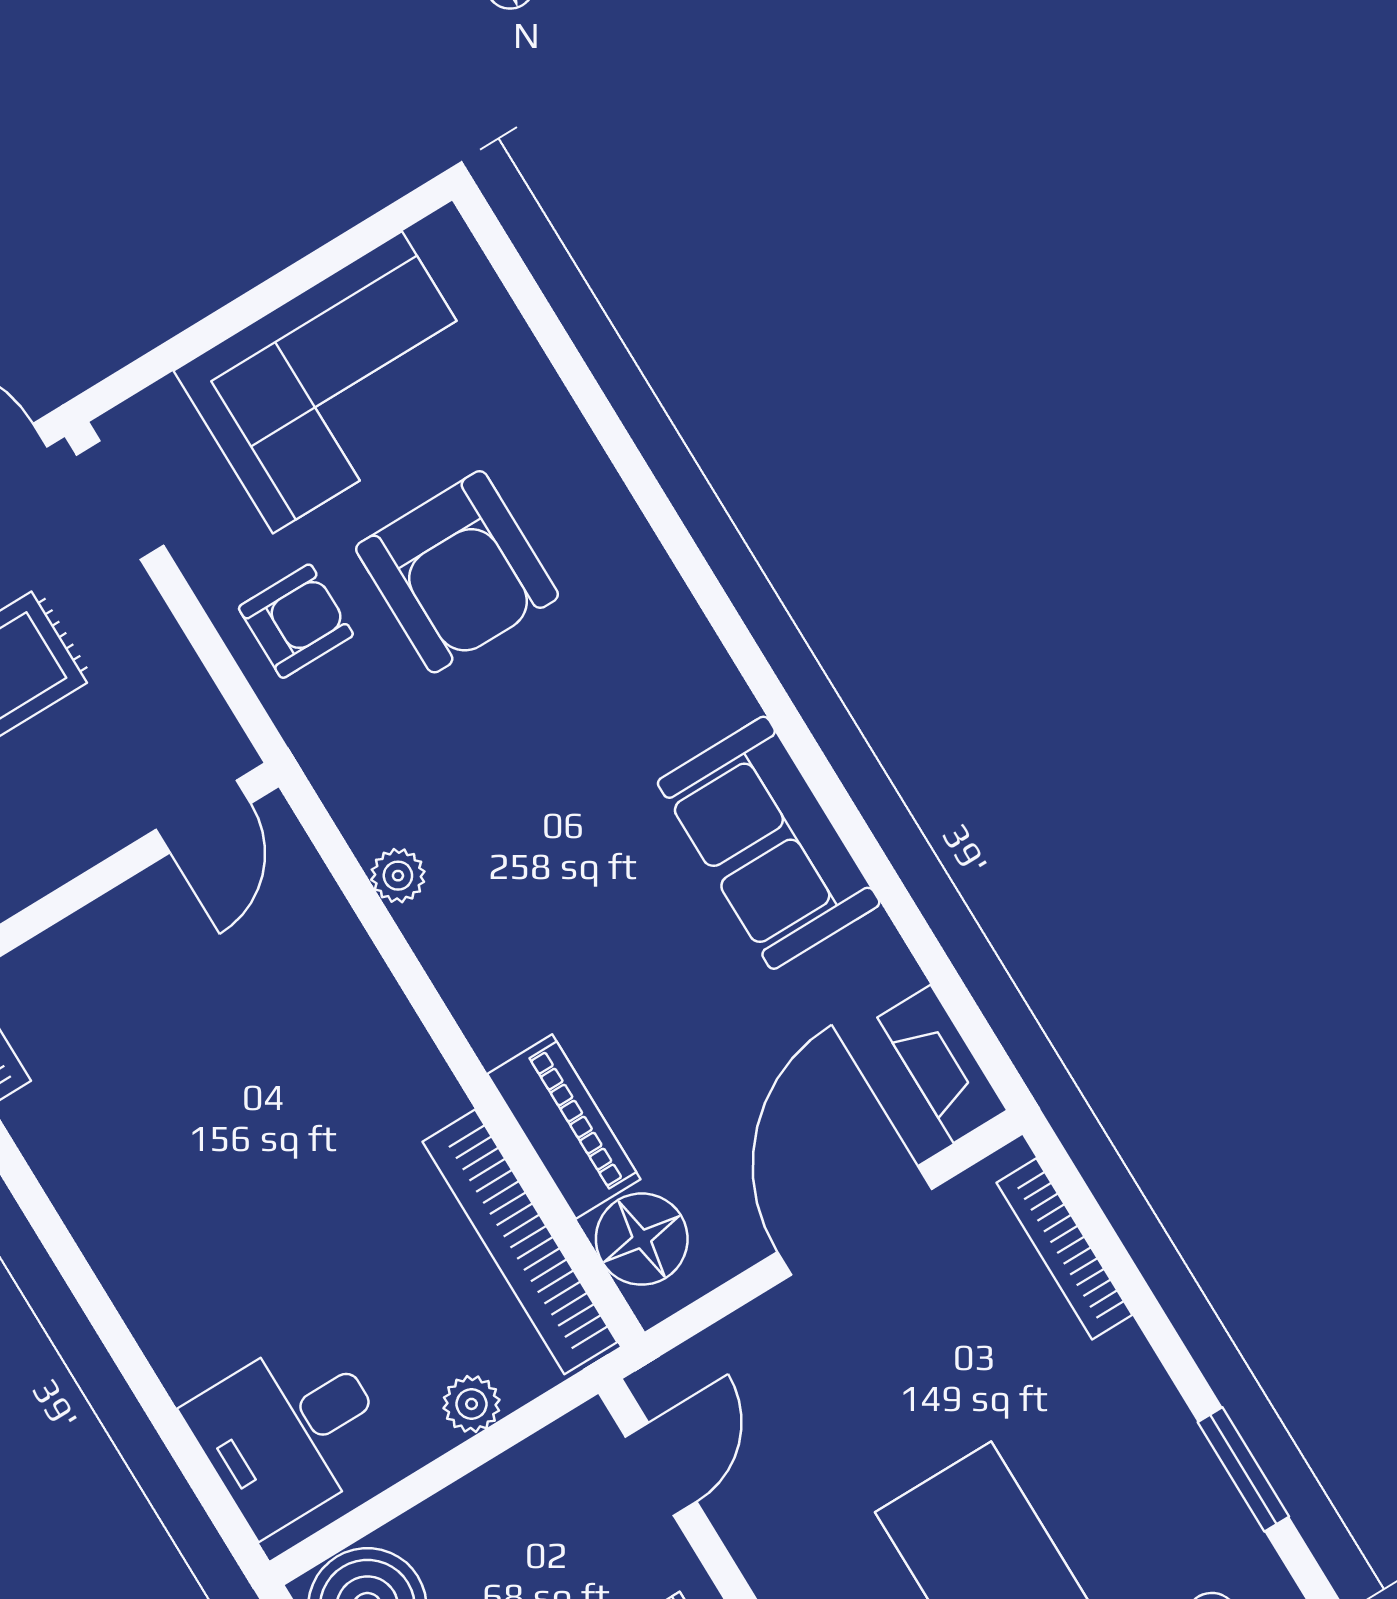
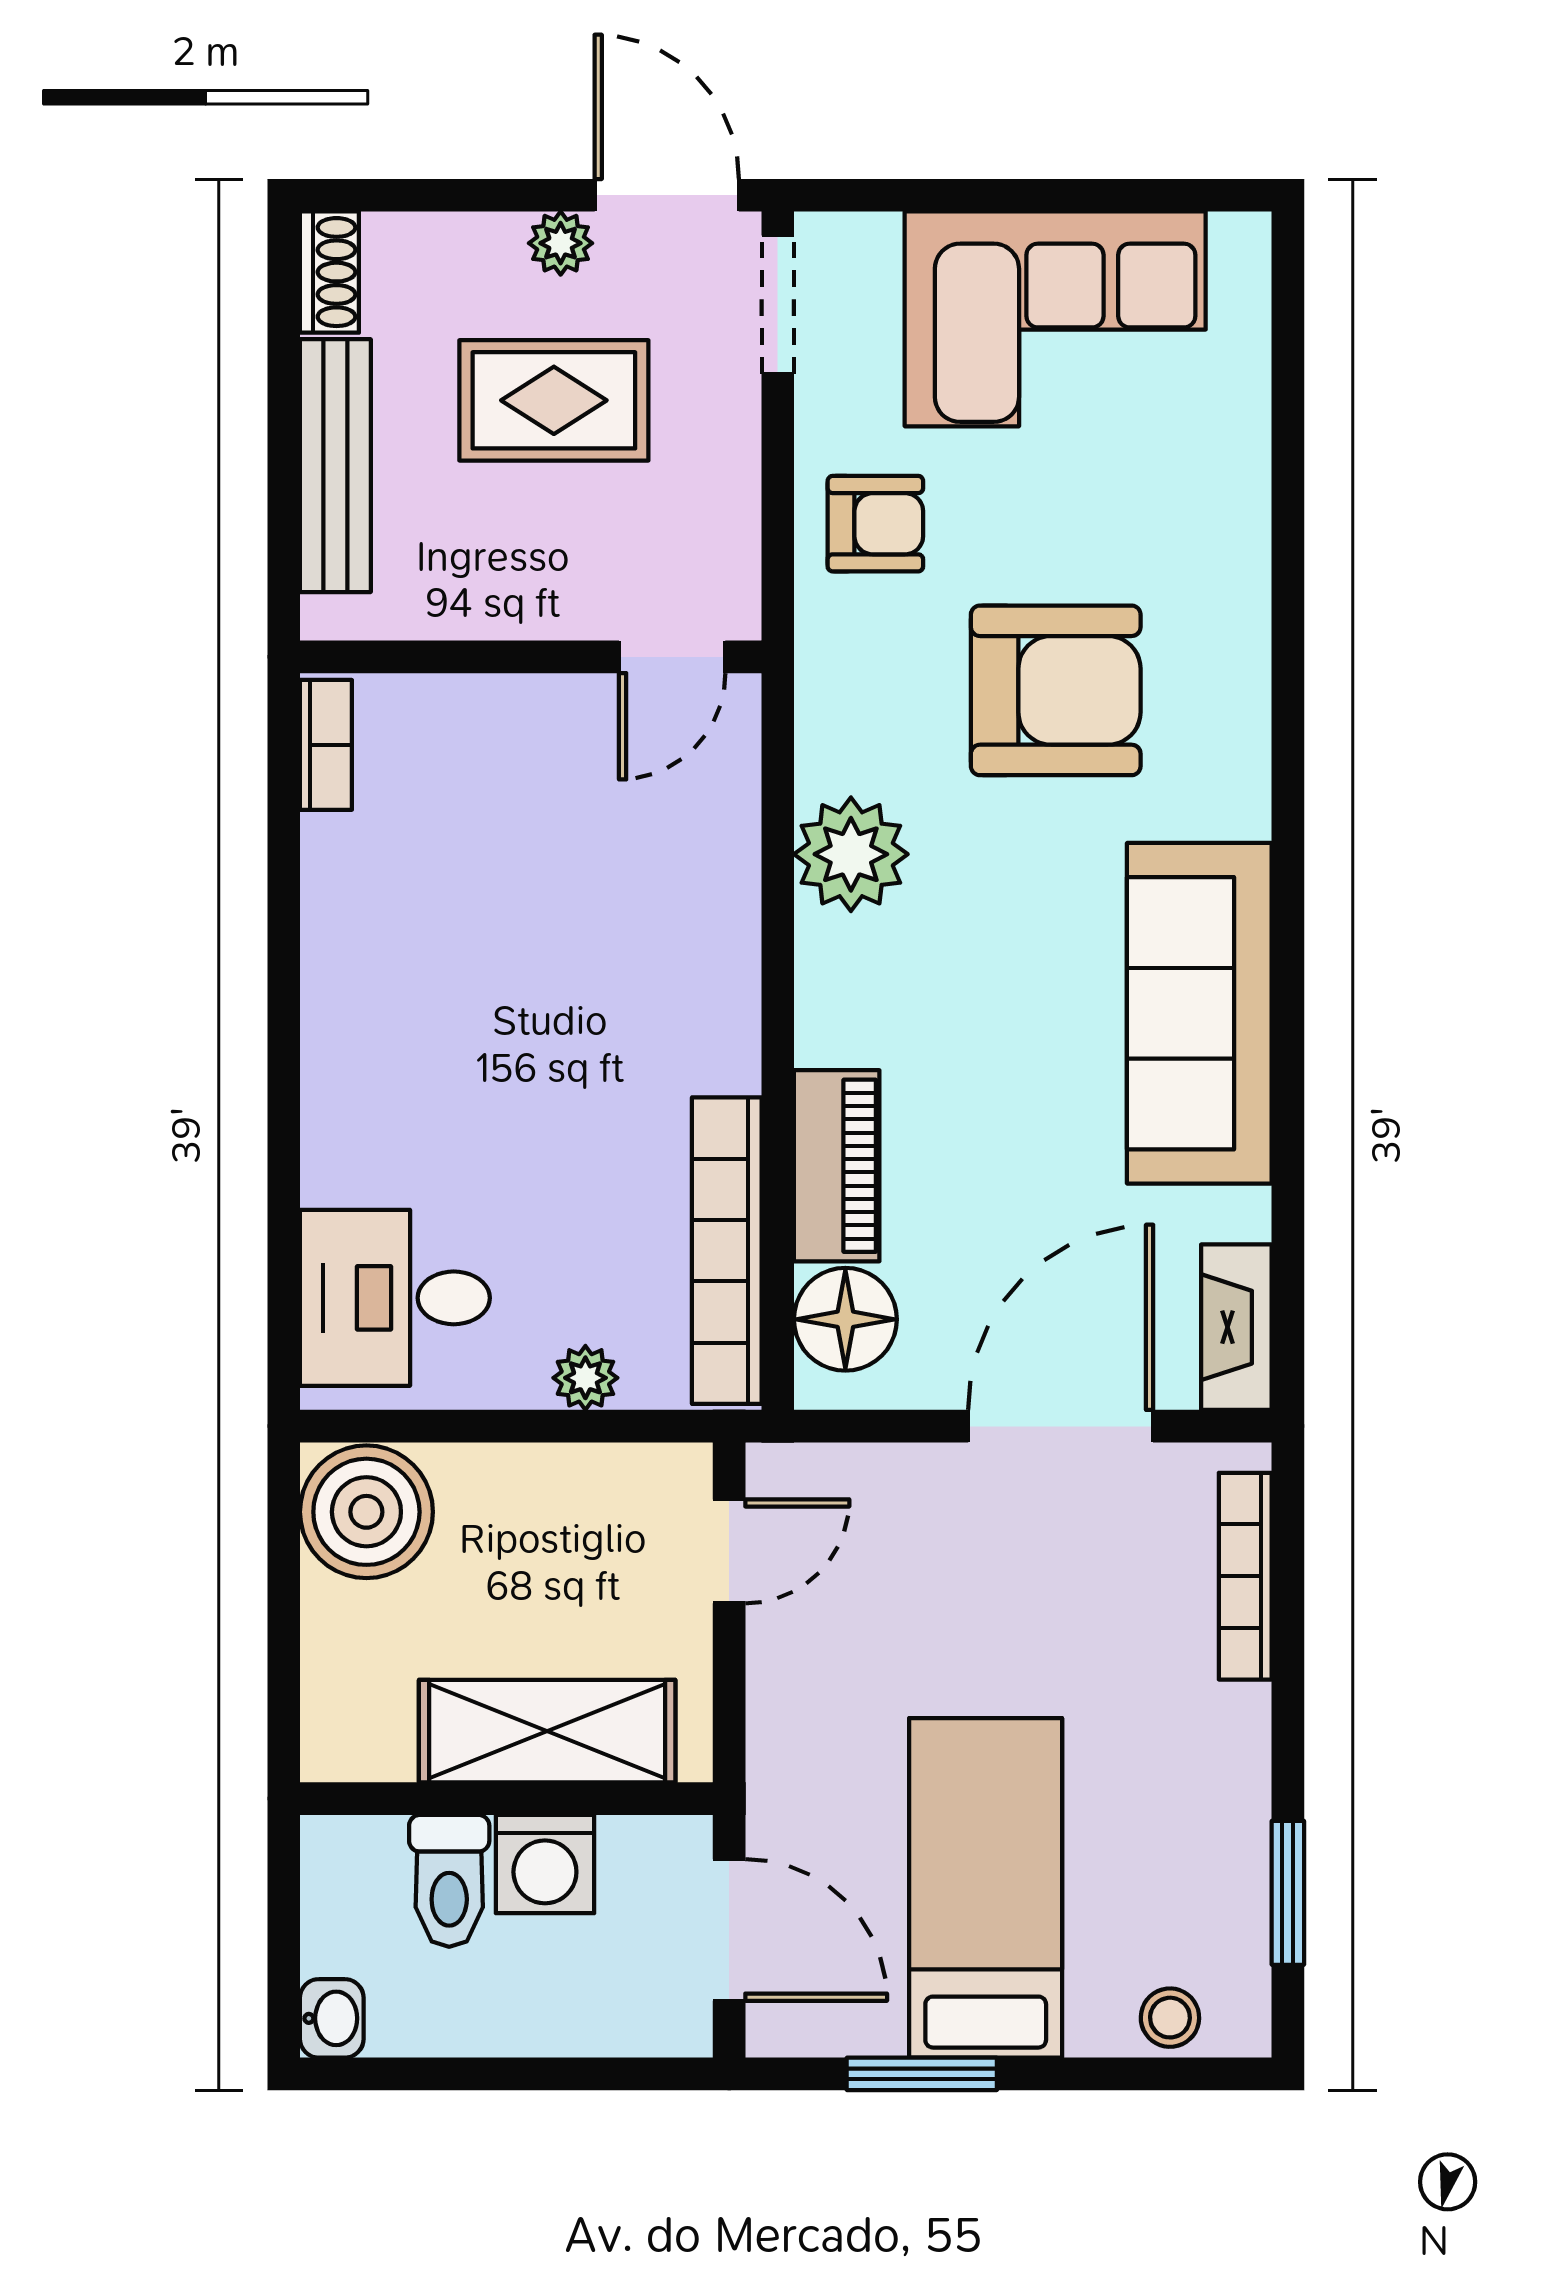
armchair: (457, 572) -> (1056, 690), moved, turned -90
sofa: (769, 843) -> (1199, 1013), width x1.36
plant: (398, 876) -> (851, 854), width x1.87, depth x1.87

